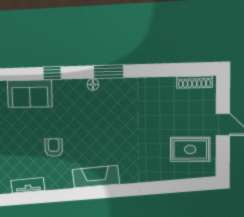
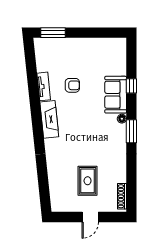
sofa: (30, 94) -> (116, 95), moved
rug: (190, 149) -> (88, 181), moved
tv unit: (28, 185) -> (44, 86), moved

